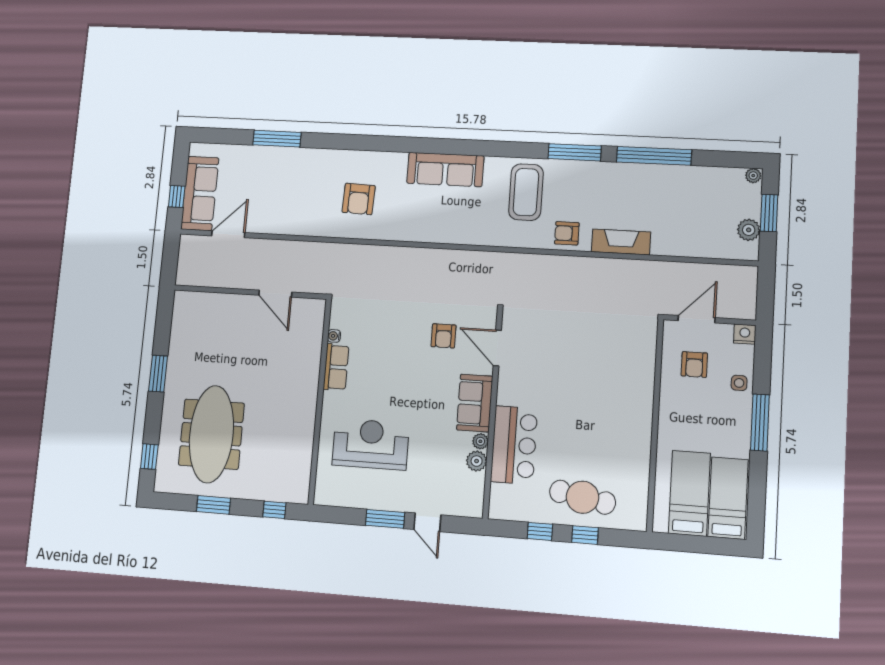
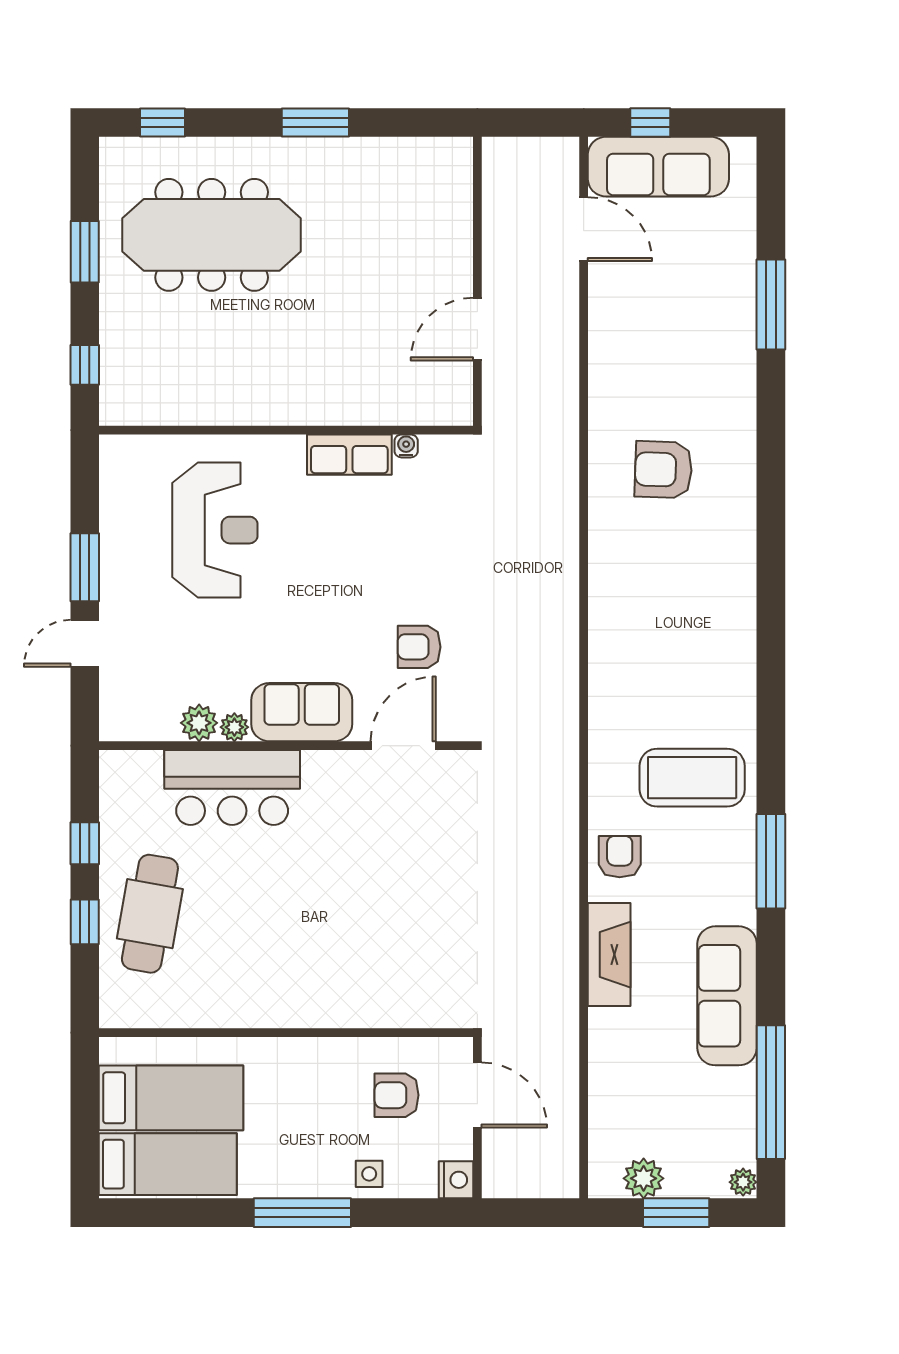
window: (654, 156) -> (771, 1092), moved
sofa: (445, 169) -> (727, 996), moved

